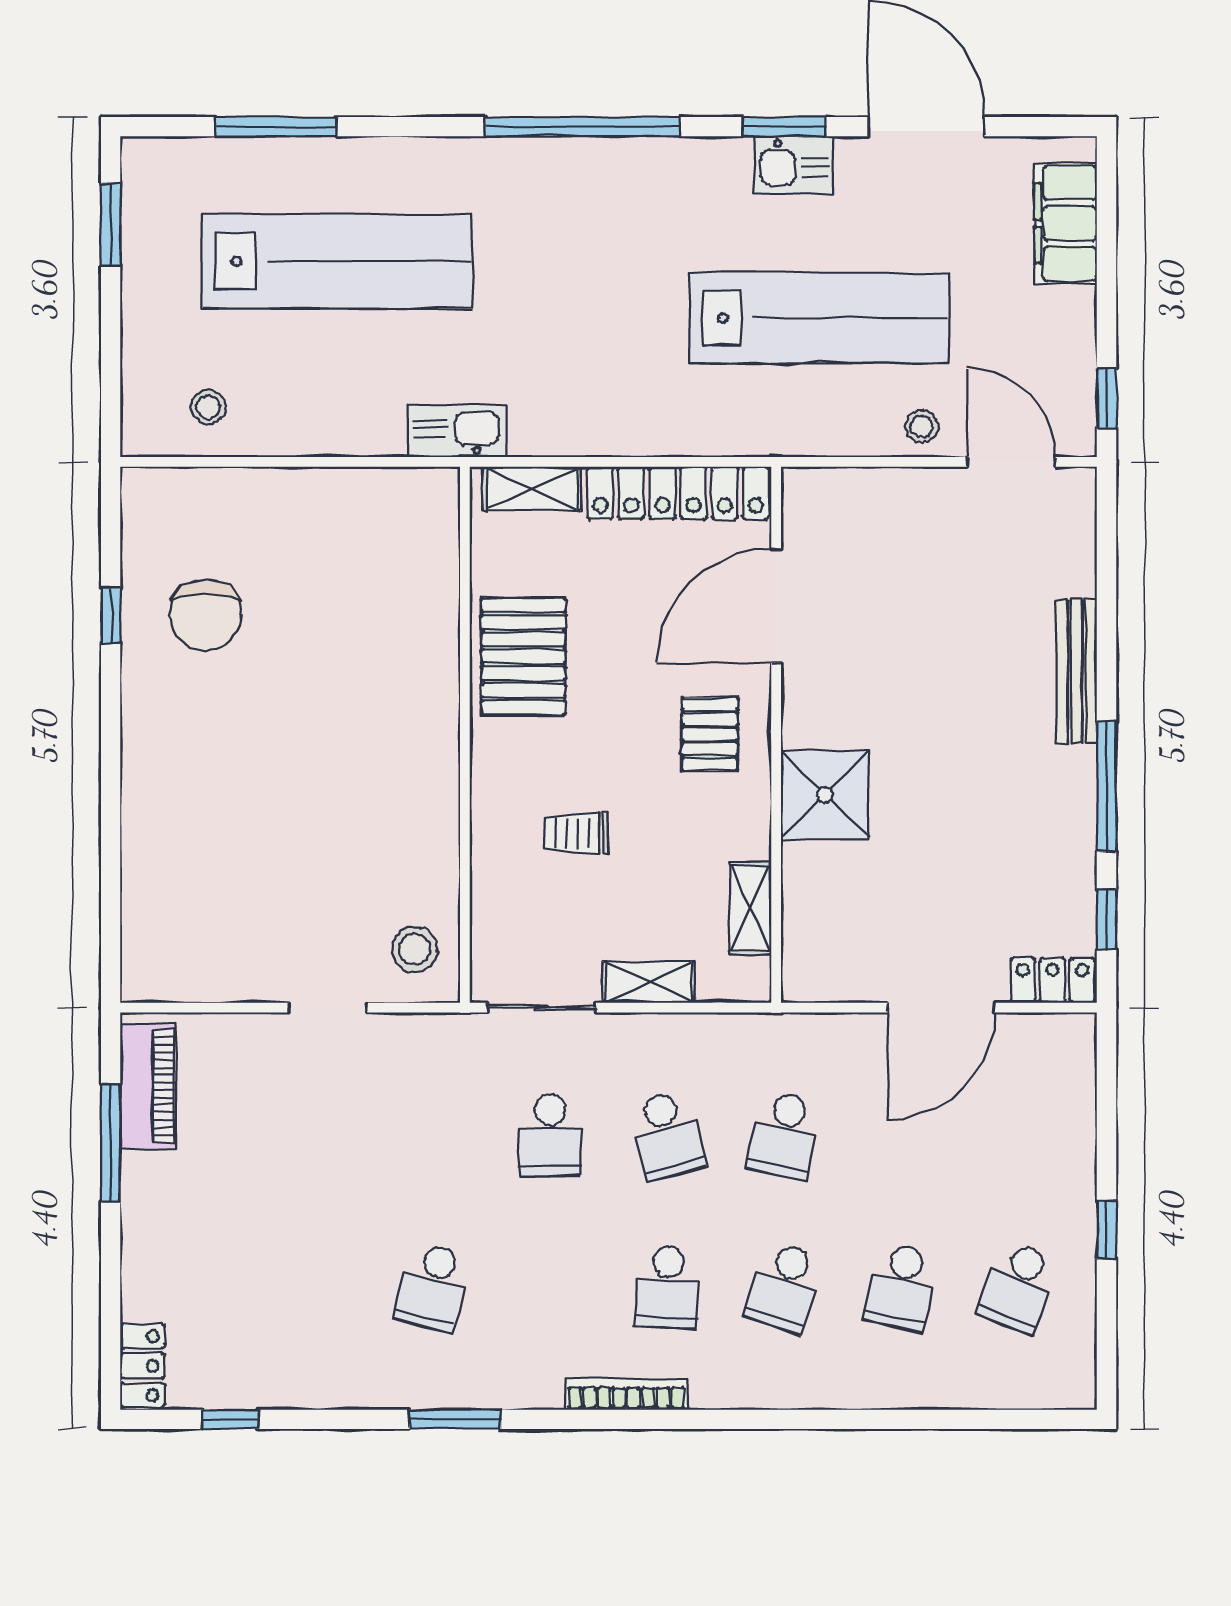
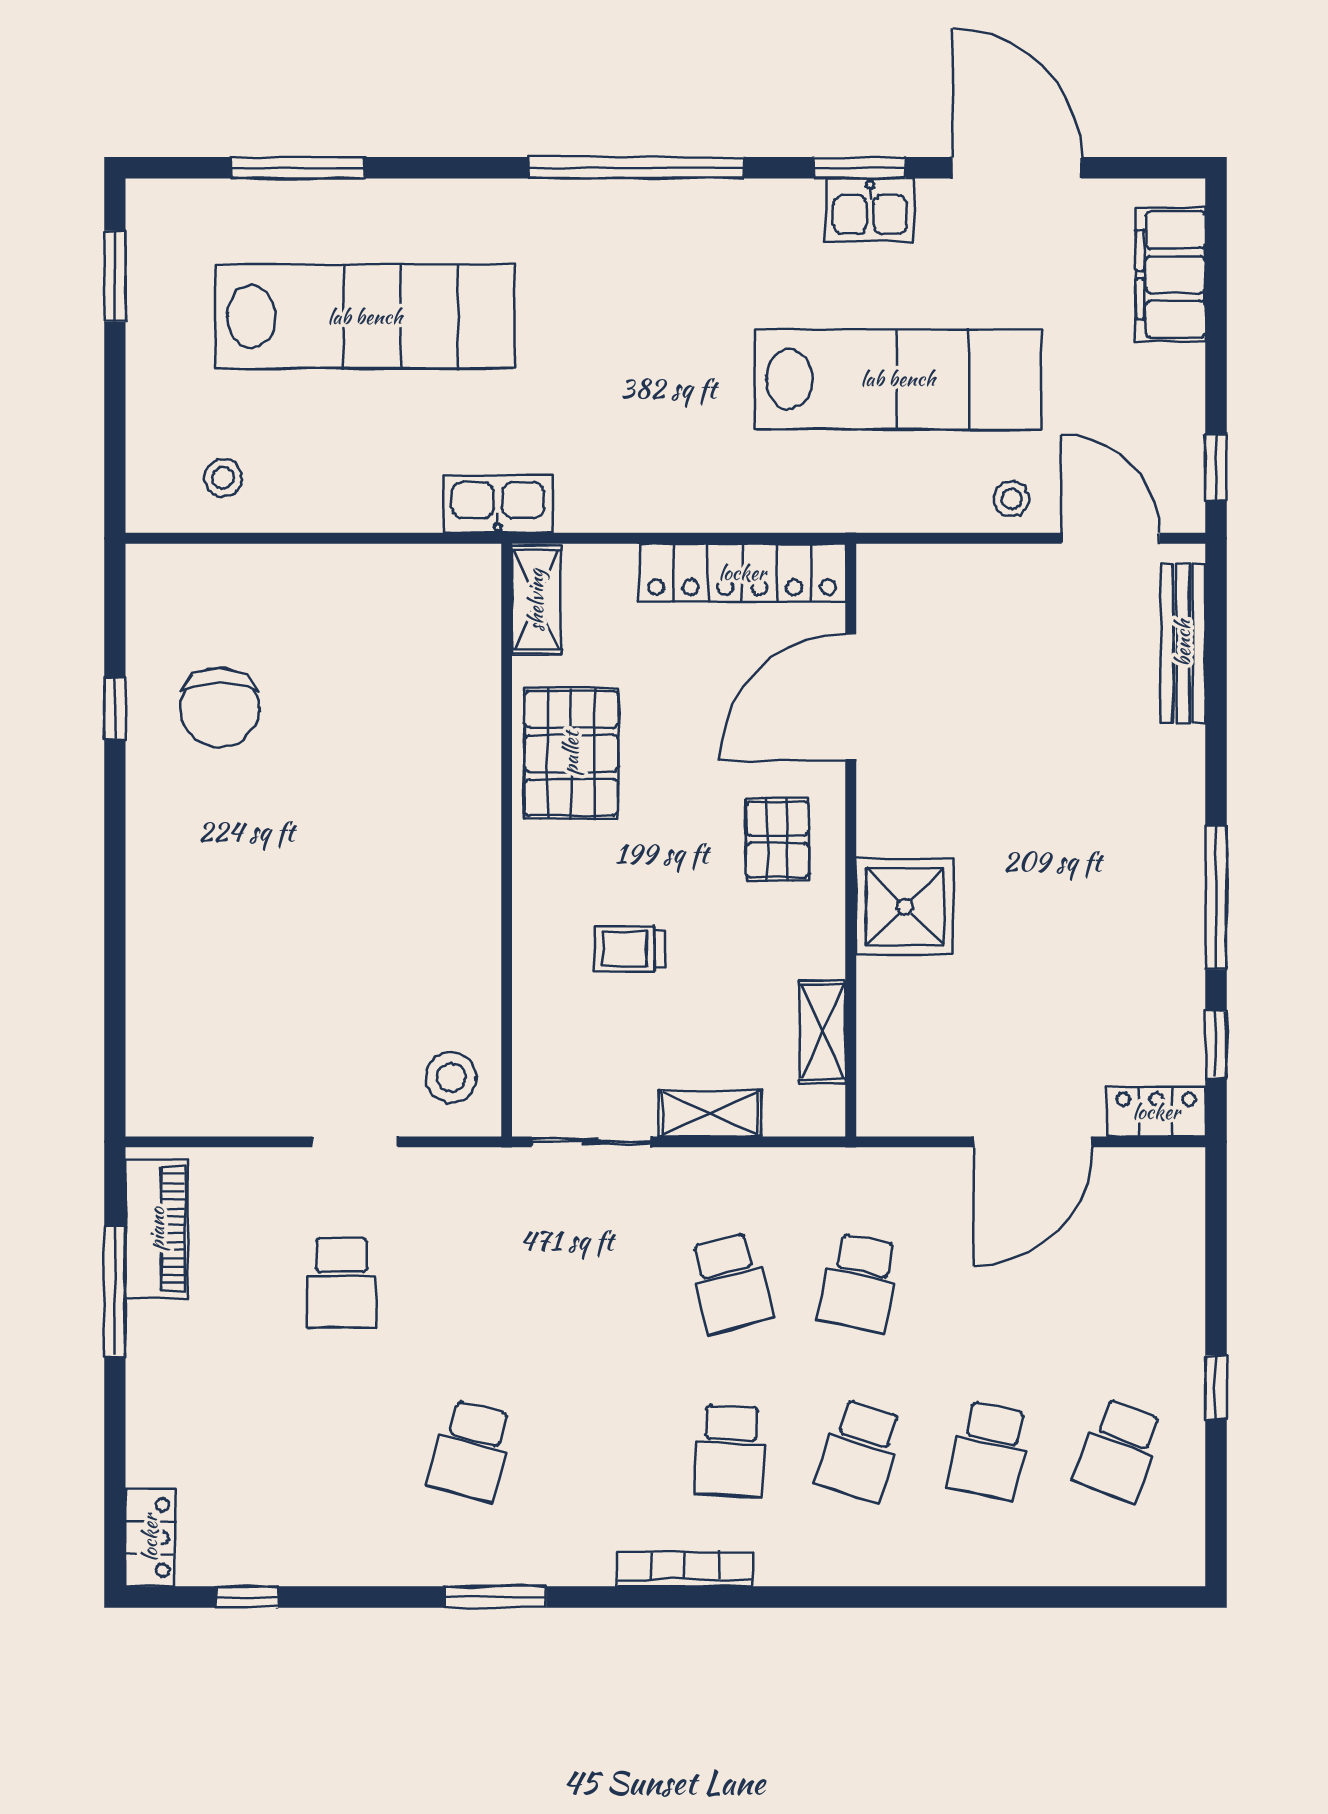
shelving: (532, 489) -> (536, 600), moved, turned 90
bench: (1077, 671) -> (1183, 643), moved
school desk: (550, 1135) -> (342, 1283), moved

